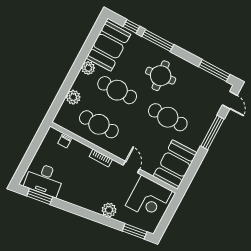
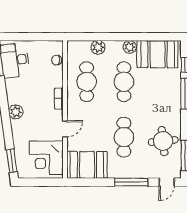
round table: (161, 76) -> (163, 141), moved
plant: (109, 210) -> (16, 112), moved

